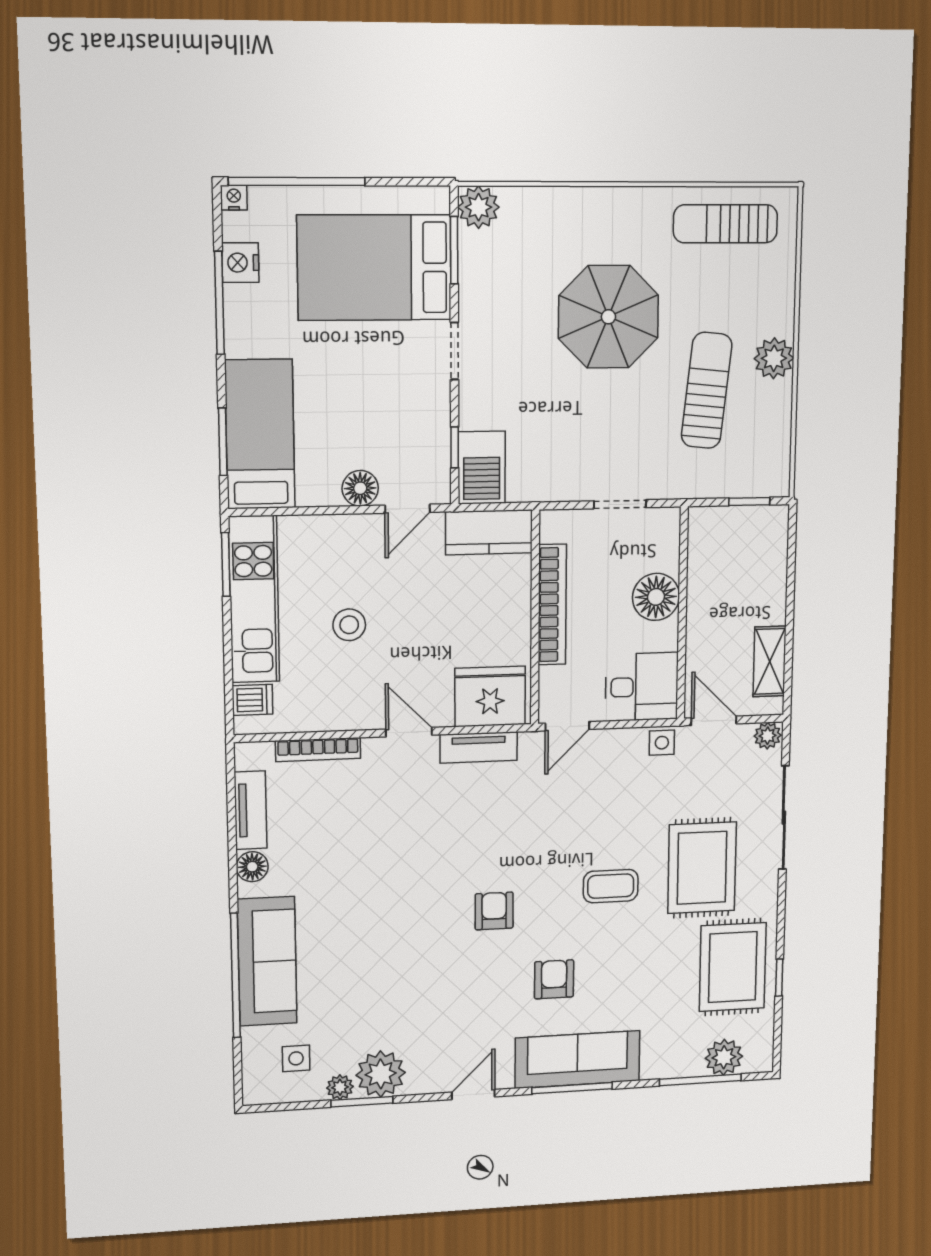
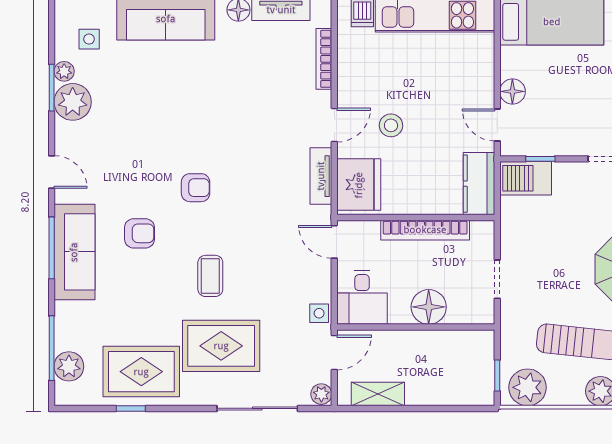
plant: (766, 460) -> (528, 387), added
stool: (349, 625) -> (391, 125), moved

